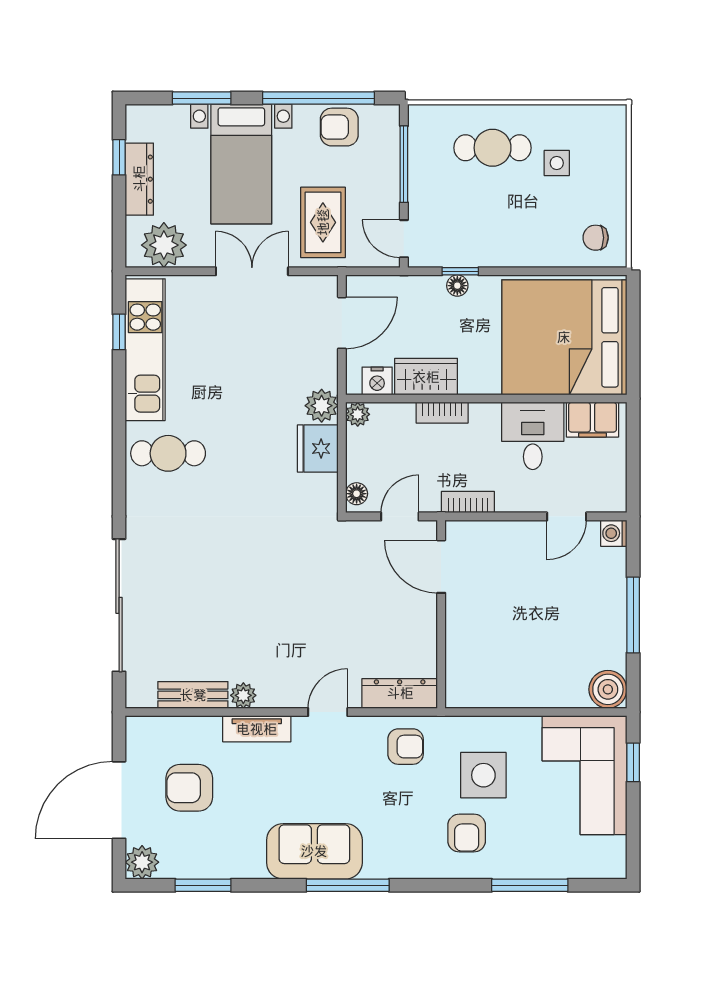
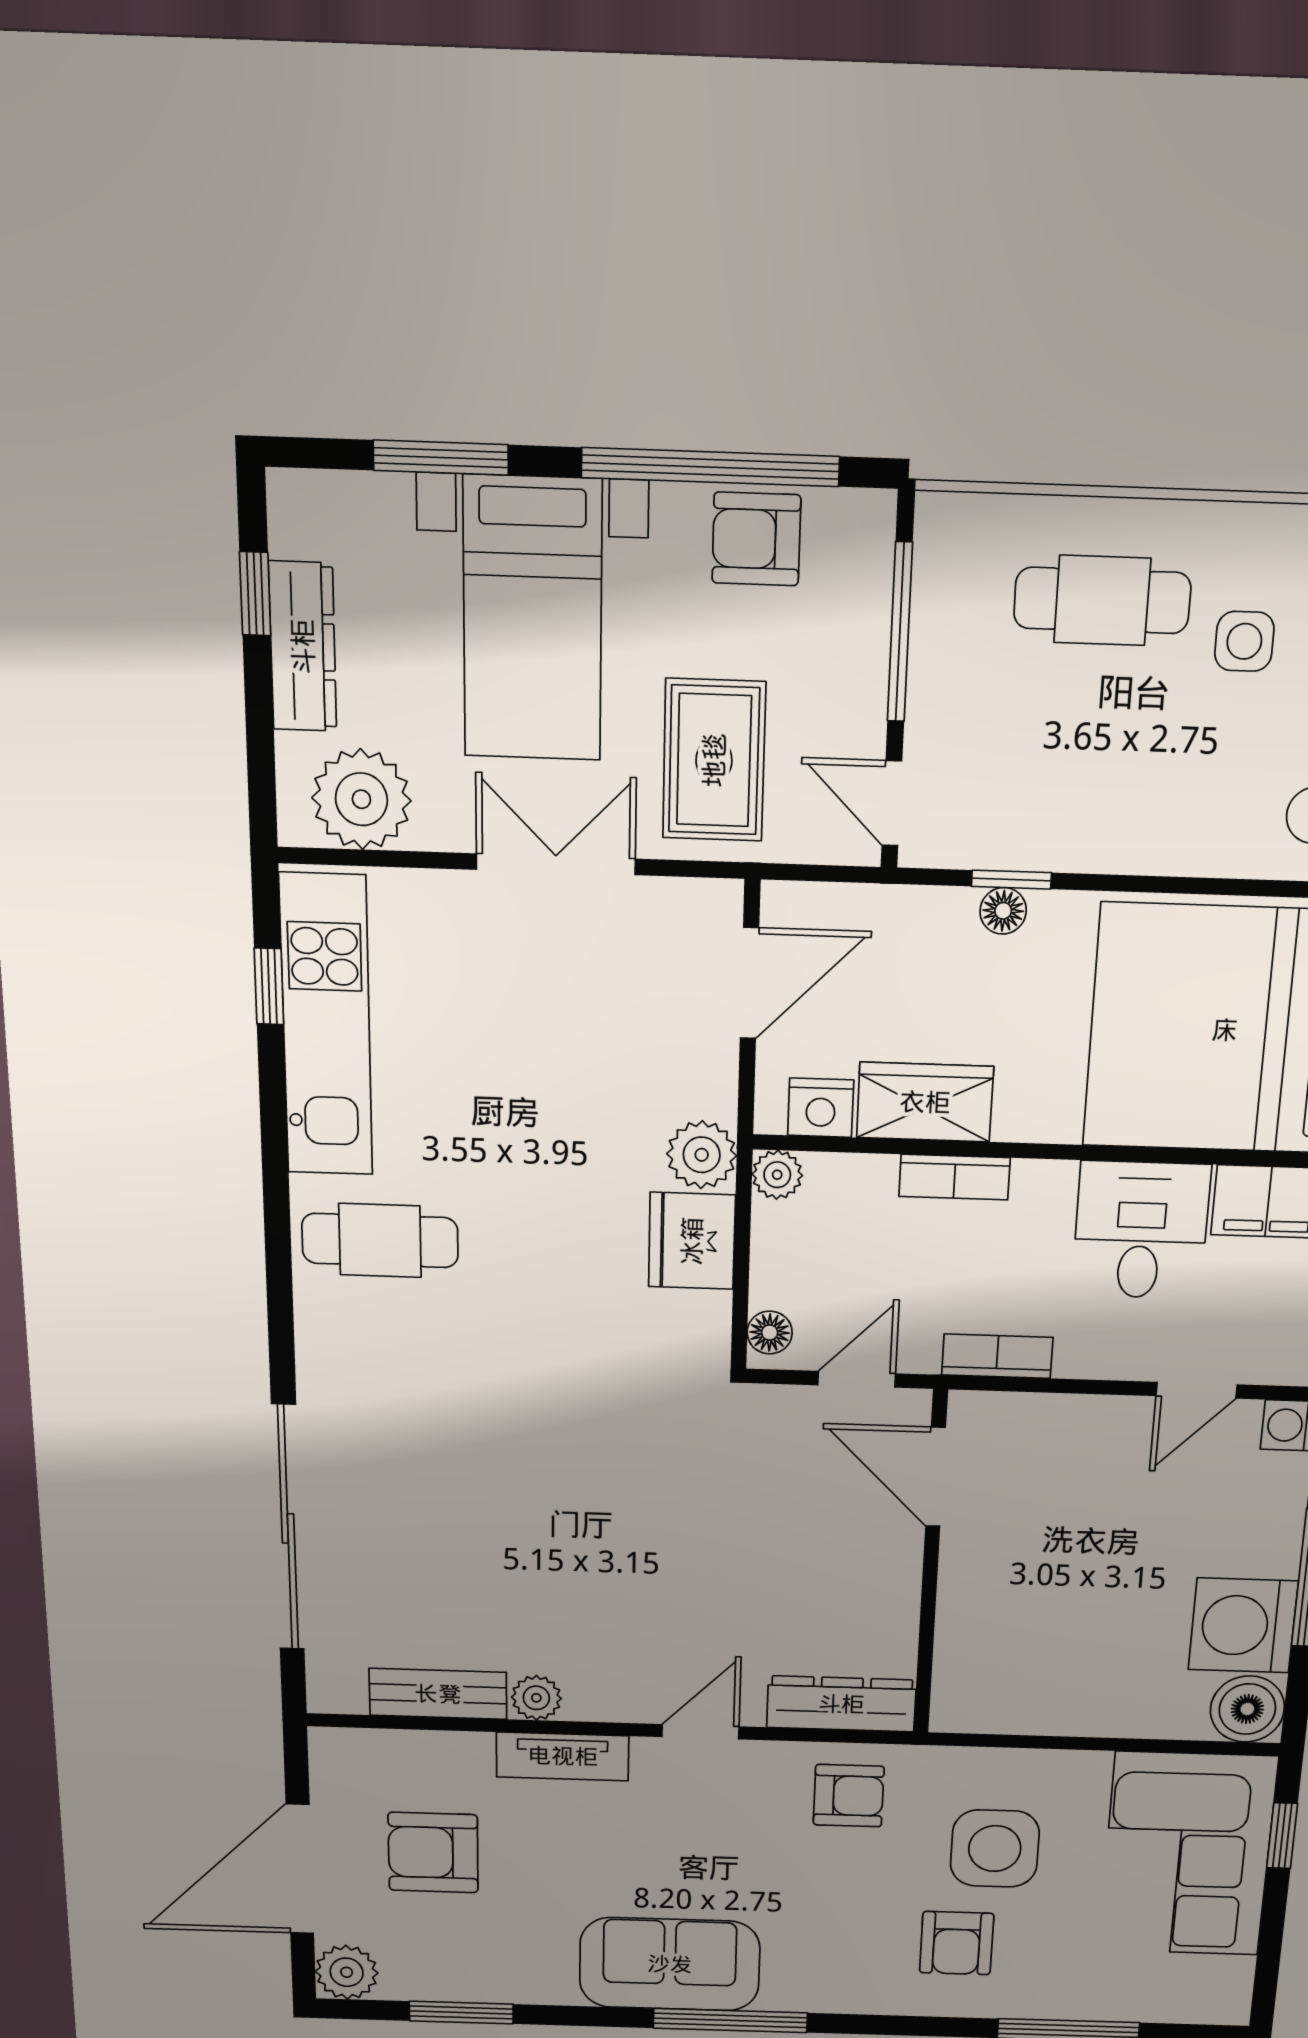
washing machine: (601, 642) -> (1243, 1625), added

